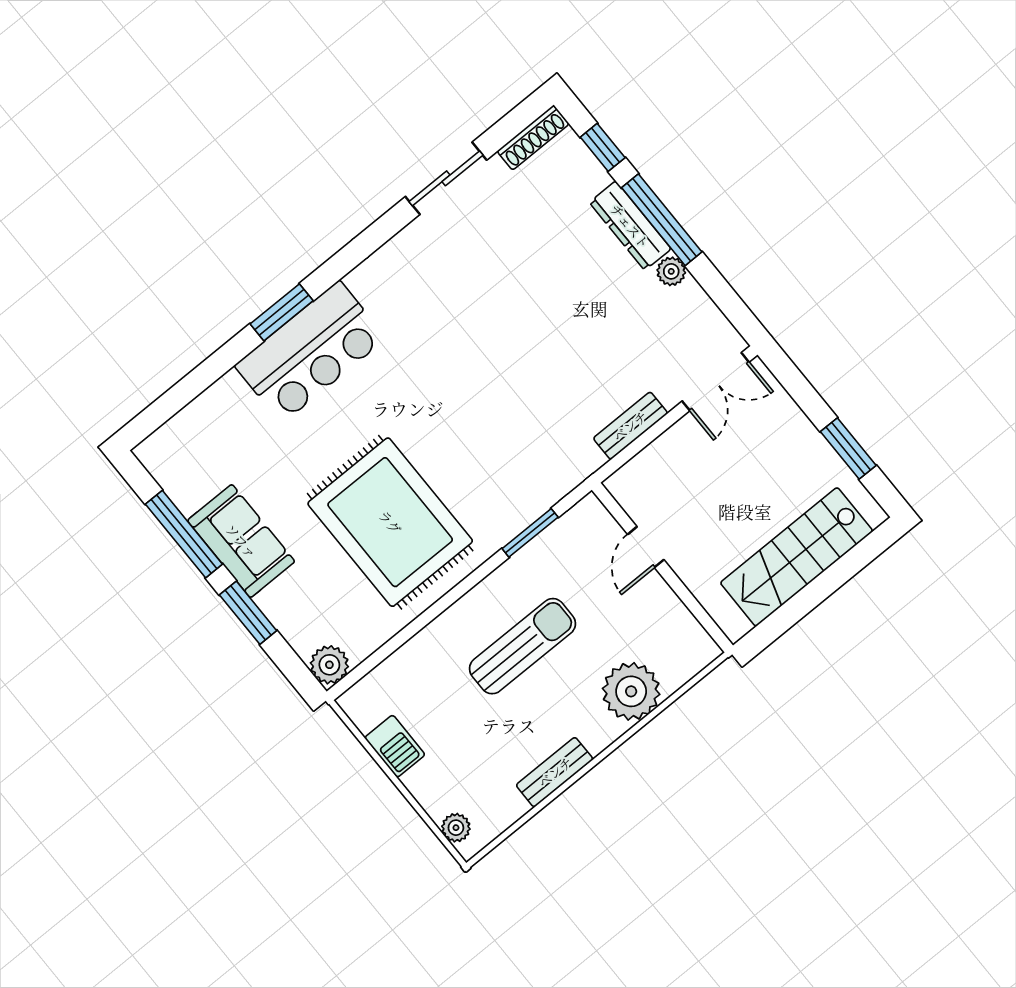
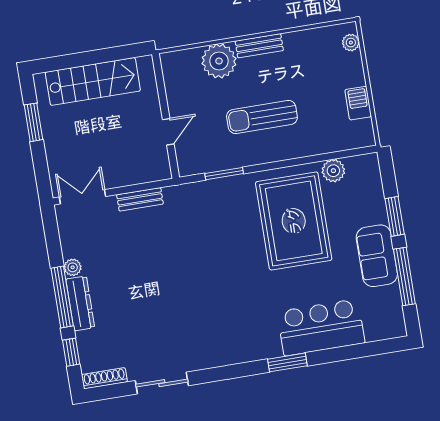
bar counter: (310, 352) -> (321, 327), moved
plant: (329, 665) -> (333, 171), moved
bench: (555, 772) -> (259, 46), moved

